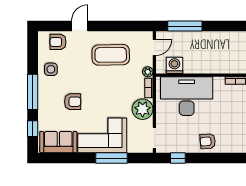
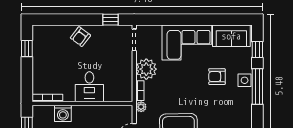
washing machine: (174, 65) -> (63, 113), moved
side table: (51, 69) -> (245, 80), moved
desk: (187, 96) -> (89, 87), width x0.53, depth x0.77
armchair: (208, 141) -> (80, 37), turned 132
window: (112, 158) -> (177, 20), removed

